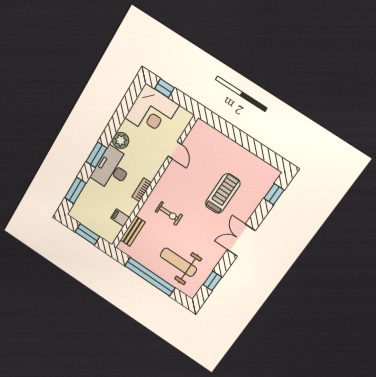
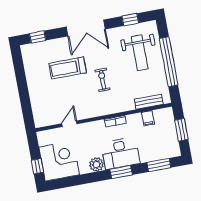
exercise bike: (169, 213) -> (102, 80), moved
double door: (241, 240) -> (86, 28), width x1.37

